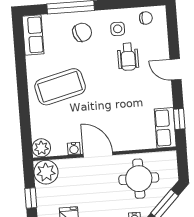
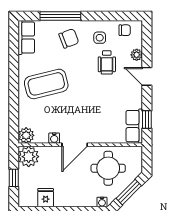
plant: (162, 45) -> (137, 55), added
door: (98, 154) -> (75, 145), swing flipped

